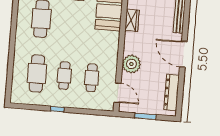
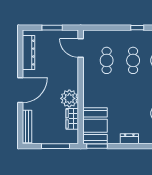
door: (183, 54) -> (20, 90), hinge flipped
plant: (131, 64) -> (69, 98), moved

